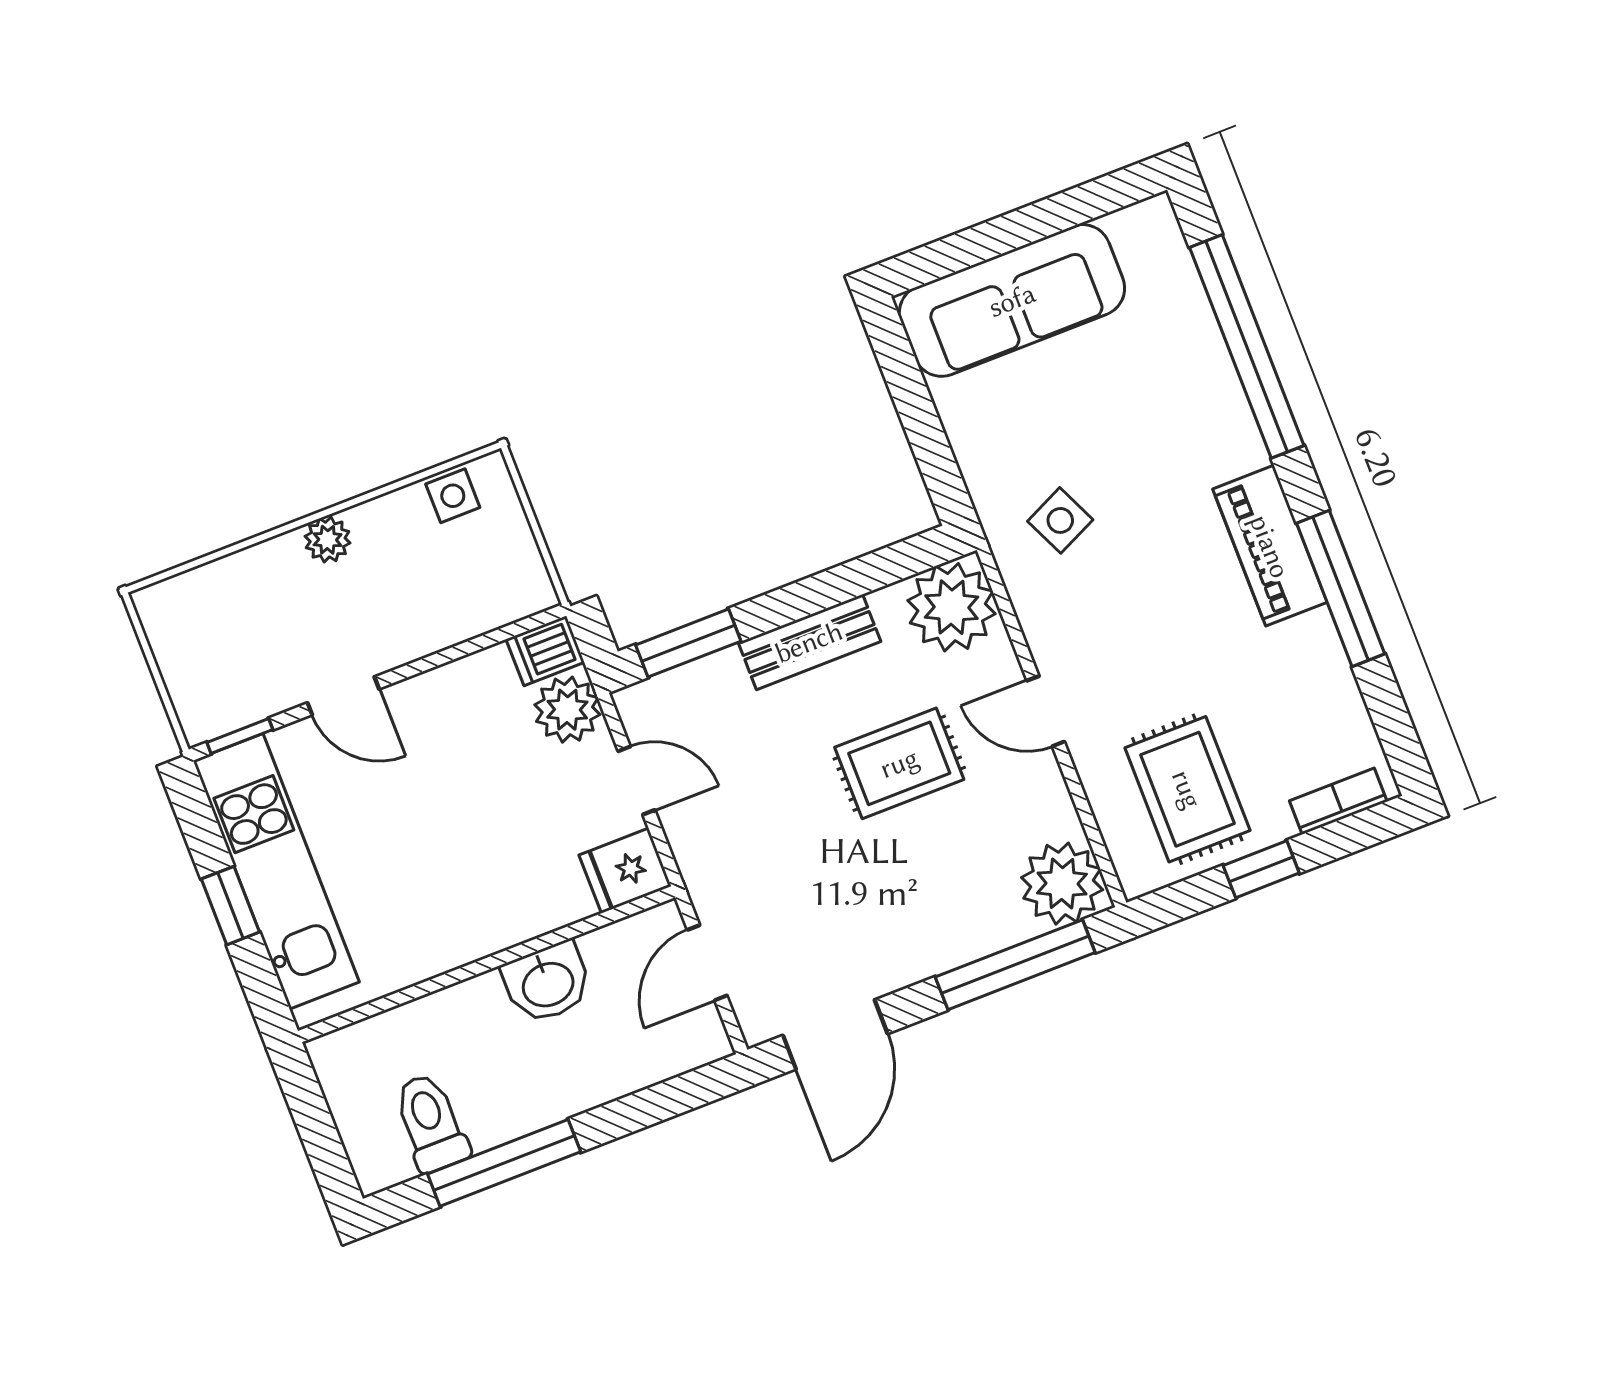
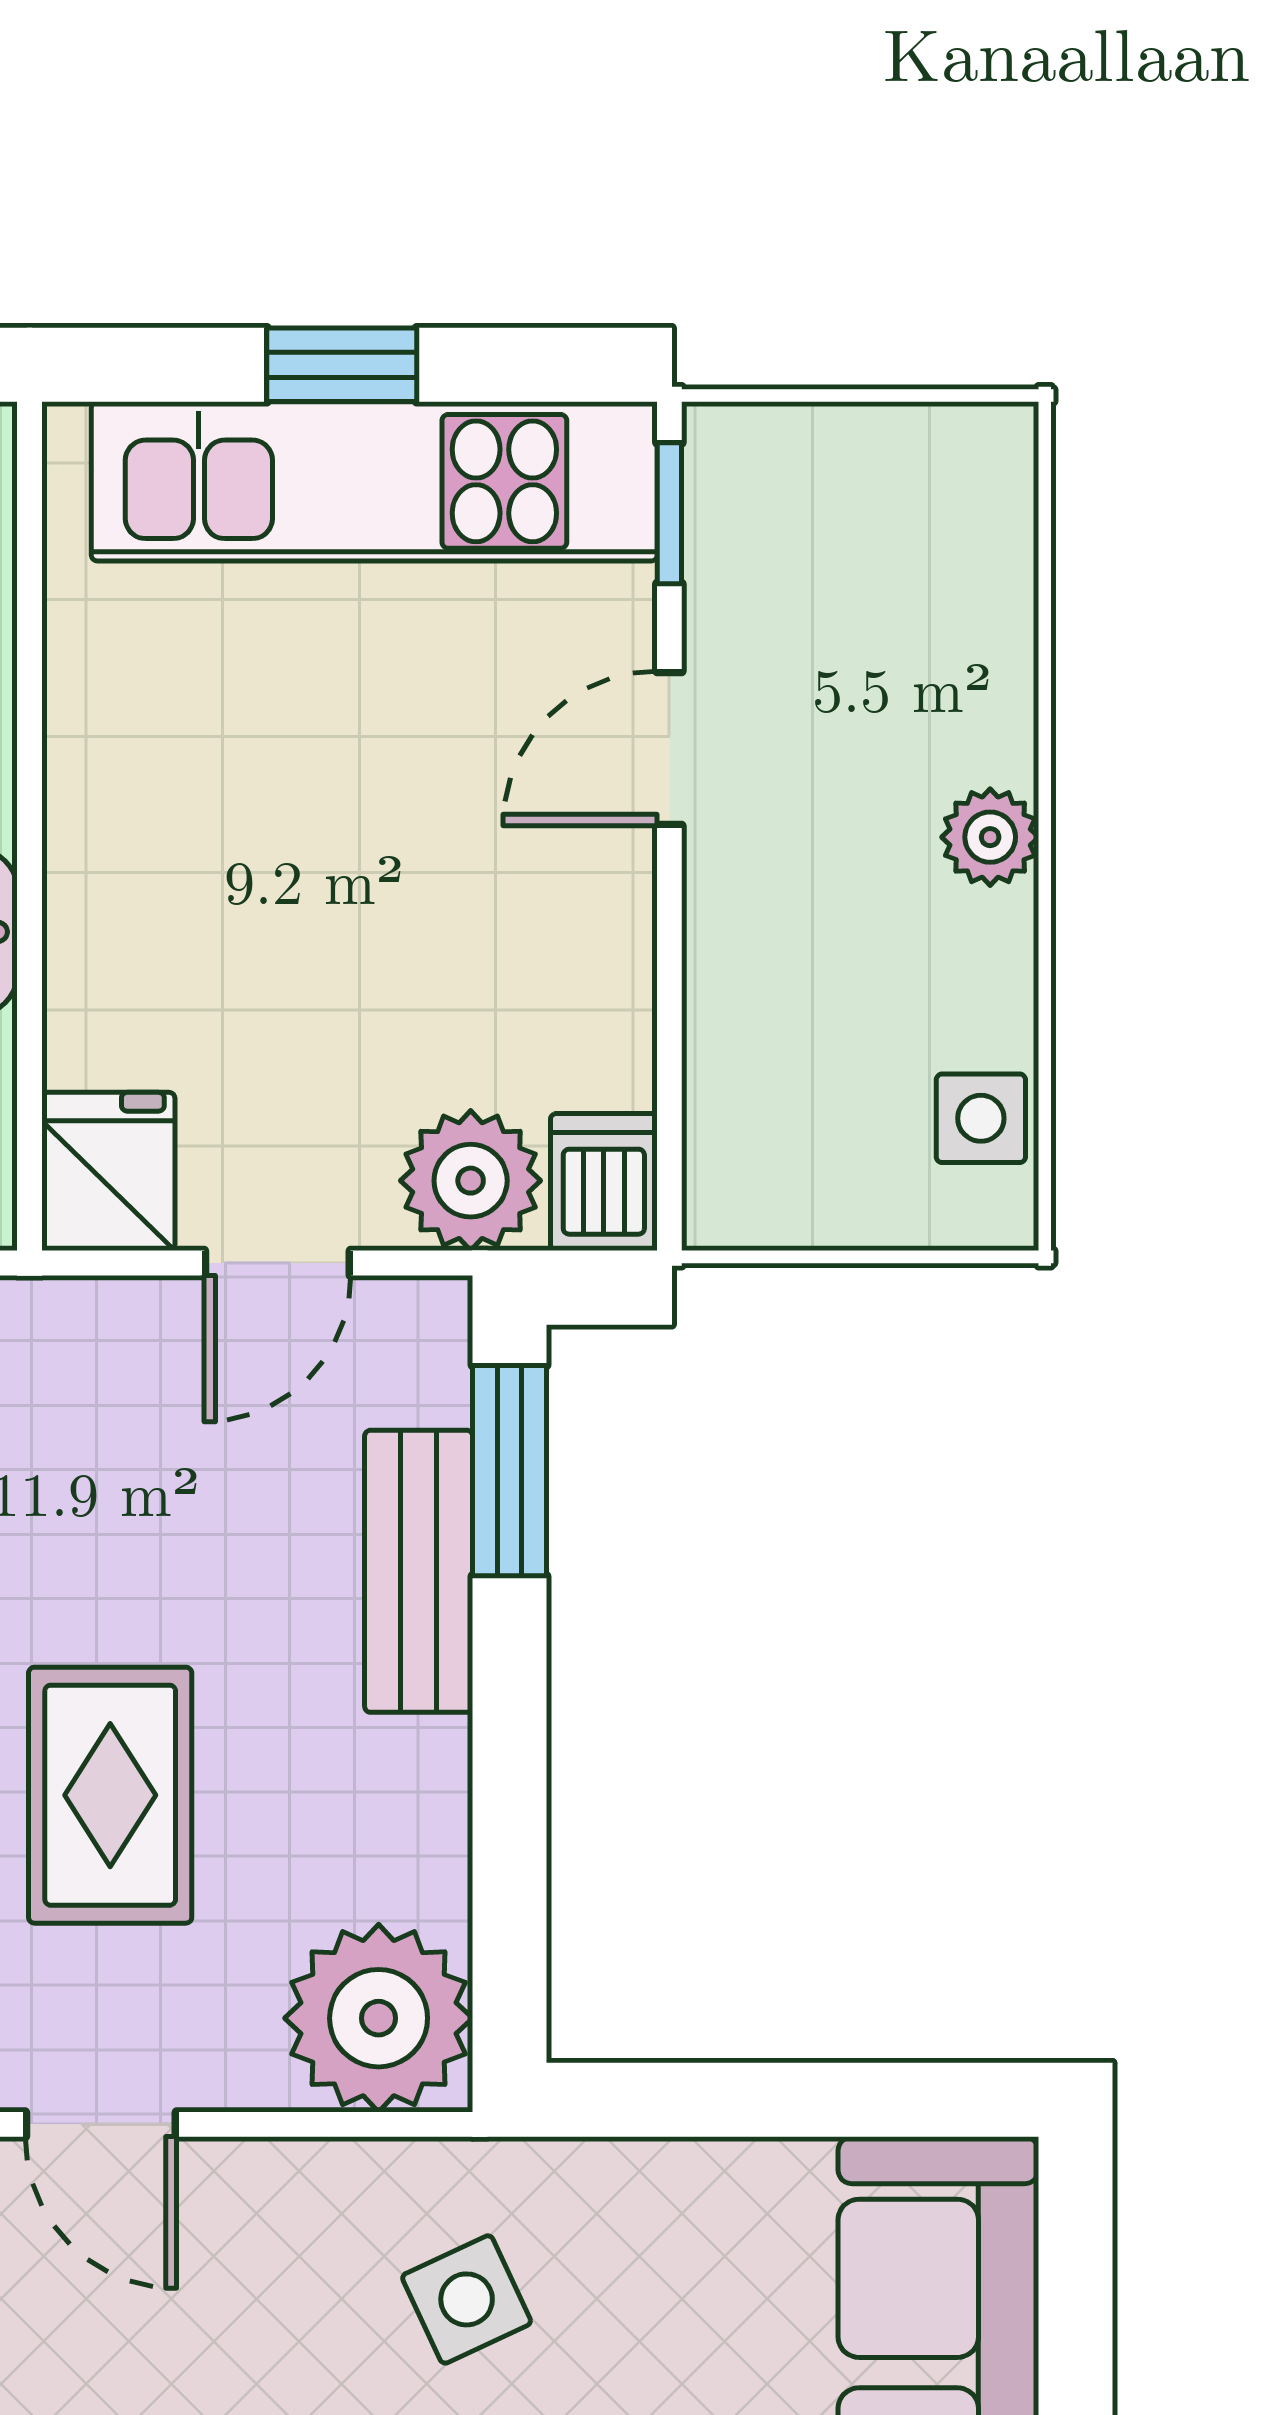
bench: (809, 642) -> (419, 1571), moved
door: (1046, 711) -> (101, 2124), swing flipped

